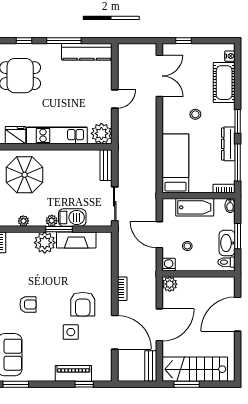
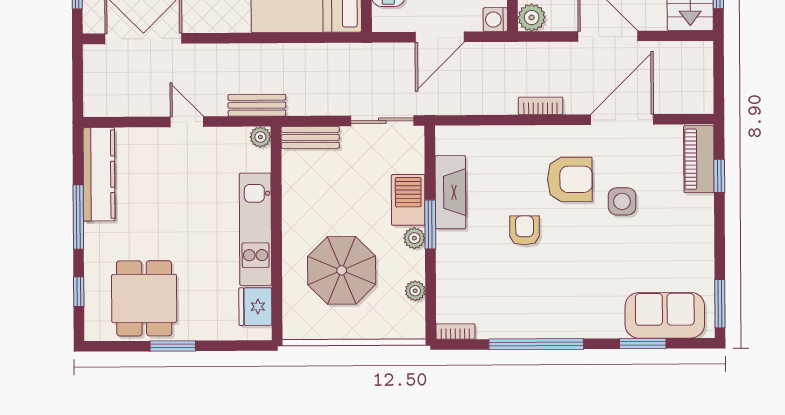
plant: (101, 133) -> (260, 137), width x0.53, depth x0.53
parasol: (25, 175) -> (342, 270), moved
plant: (45, 243) -> (455, 251), removed
armchair: (28, 304) -> (525, 230), moved
bench: (151, 366) -> (257, 105), moved
piano: (73, 373) -> (699, 159), moved

